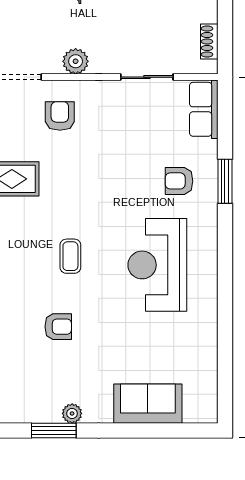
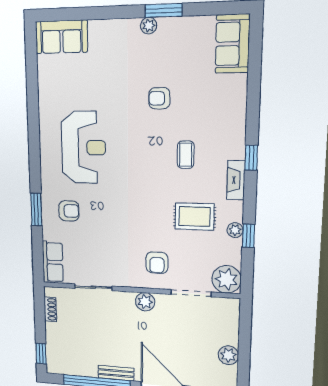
coffee table: (70, 256) -> (186, 155), moved
sofa: (148, 404) -> (61, 37), moved

